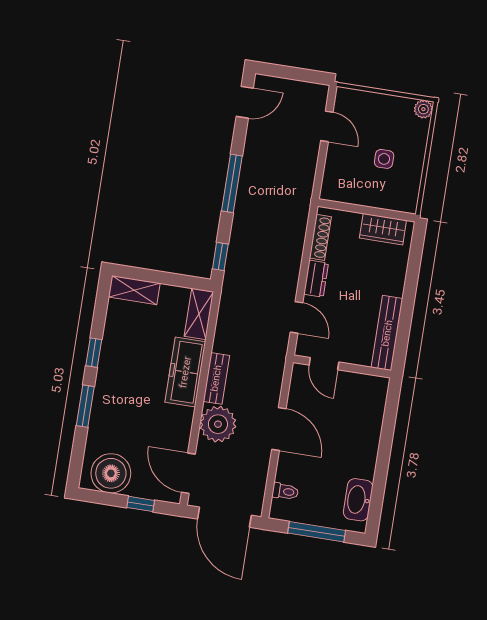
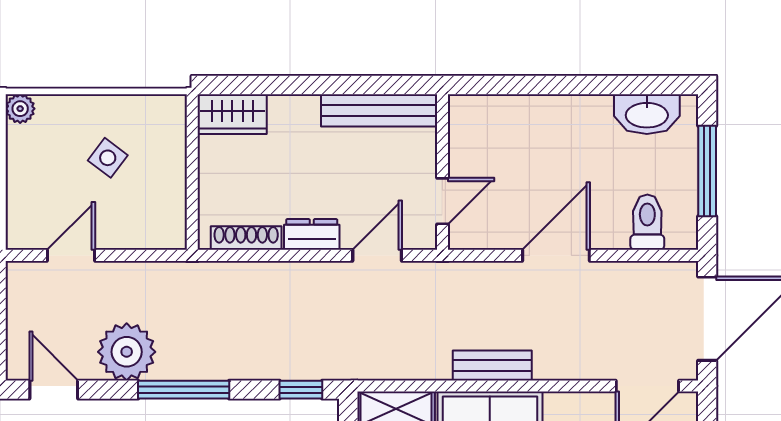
side table: (384, 159) -> (108, 158), turned 37
wardrobe: (383, 229) -> (232, 114), moved, turned 90
plant: (218, 424) -> (127, 352), moved
toilet: (285, 491) -> (647, 222), width x1.37, depth x1.39

